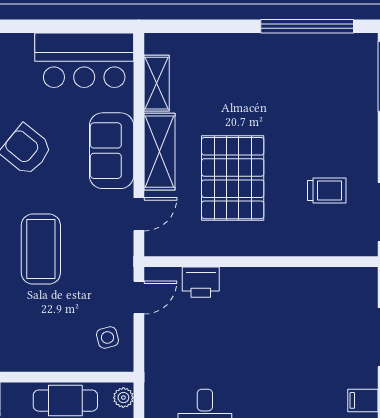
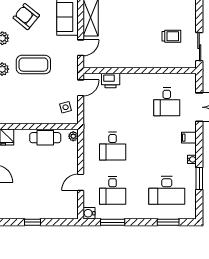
pallet: (233, 178) -> (126, 30), removed
coffee table: (41, 249) -> (33, 65), turned 90
desk: (317, 326) -> (167, 102), added

